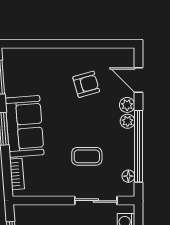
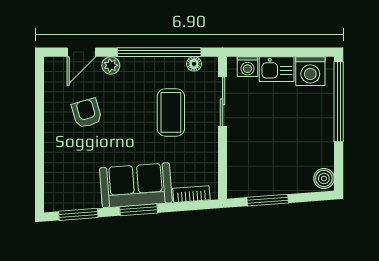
plant: (128, 121) -> (130, 65), removed
coffee table: (87, 156) -> (171, 112), width x1.36, depth x1.30

